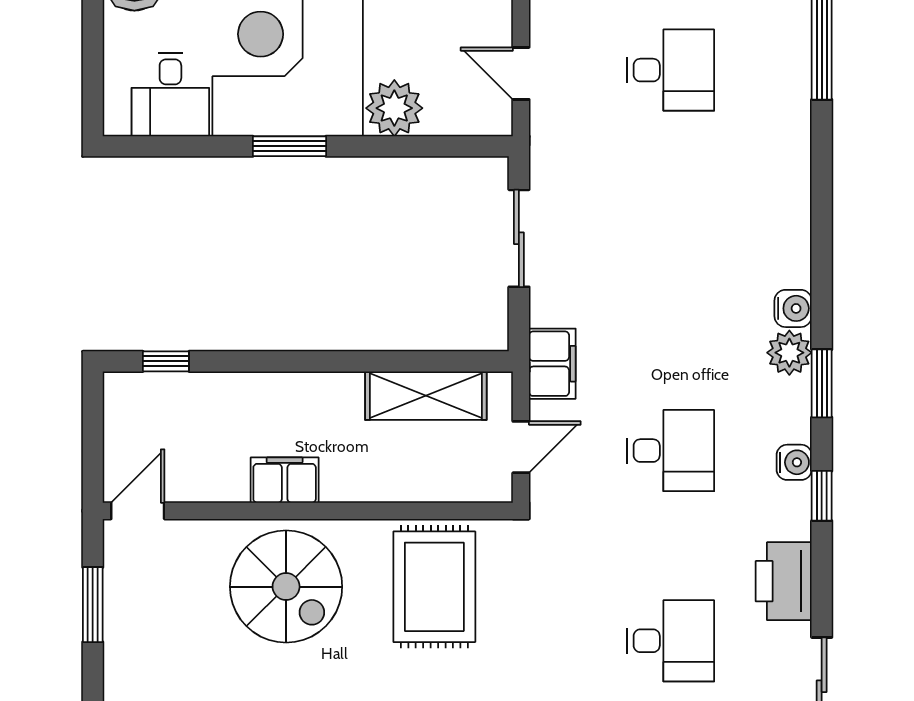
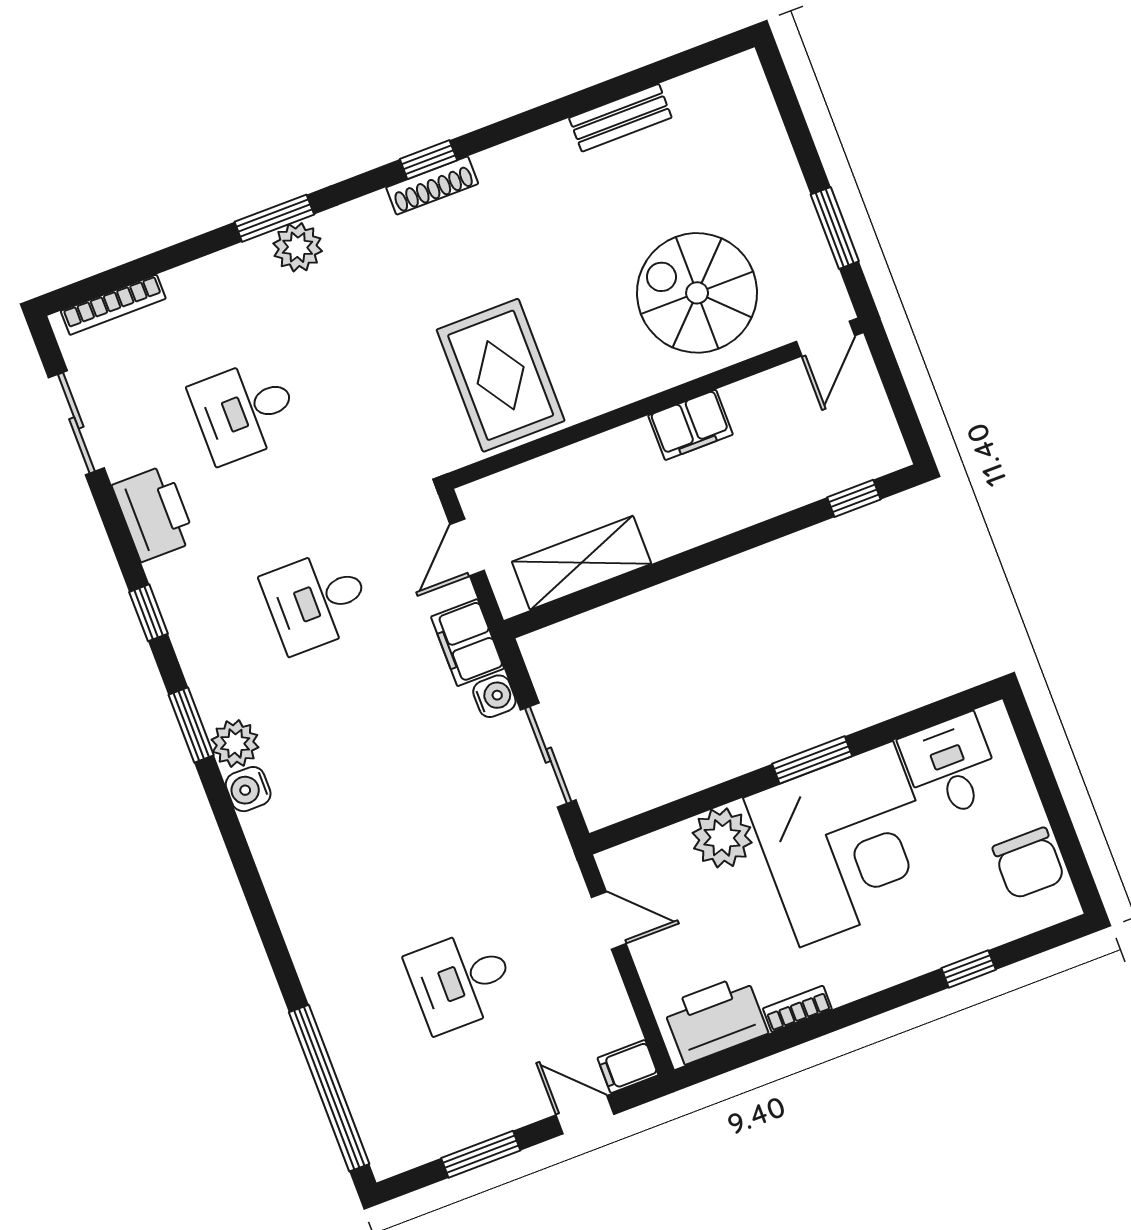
water cooler: (794, 462) -> (494, 696), moved, turned 180
spiral stairs: (286, 587) -> (697, 293), moved

